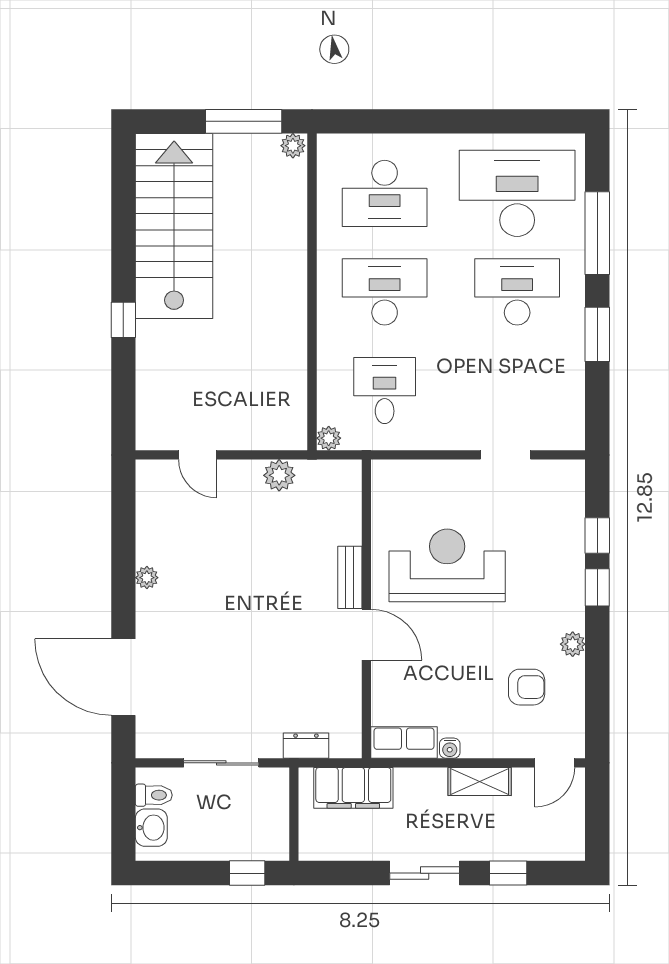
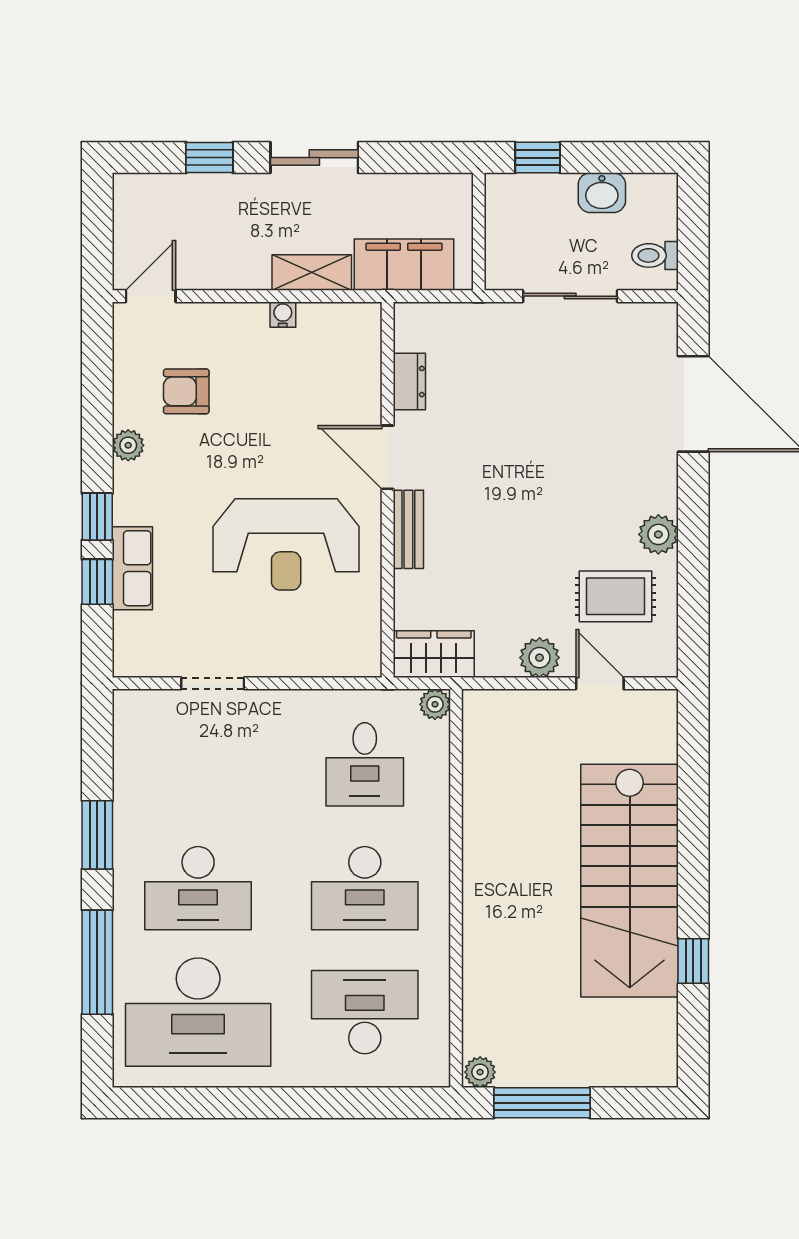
stairs: (174, 226) -> (630, 881), moved
window: (123, 320) -> (693, 961), moved
plant: (279, 475) -> (540, 658), moved
wardrobe: (330, 478) -> (434, 654), added
rug: (185, 524) -> (616, 596), added
plant: (147, 578) -> (658, 534), width x1.38, depth x1.38
row of seats: (404, 742) -> (132, 568), moved, turned -90
dresser: (306, 746) -> (409, 382), moved, turned -90
shelving: (480, 782) -> (312, 273), moved
washbasin: (151, 828) -> (602, 193), moved, turned -90

